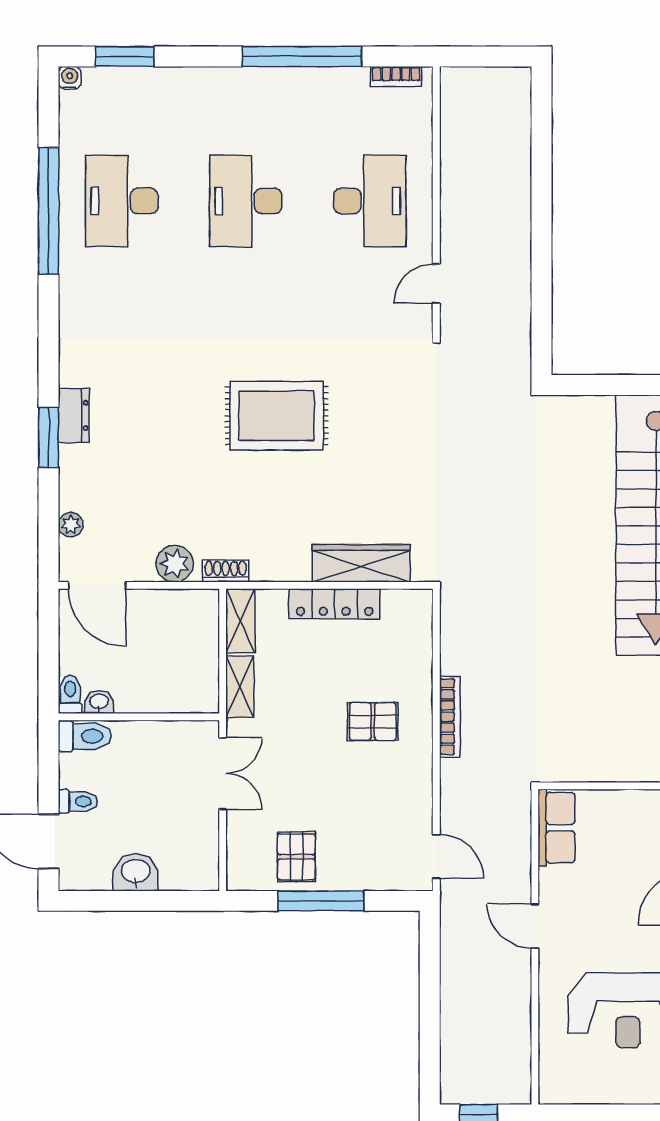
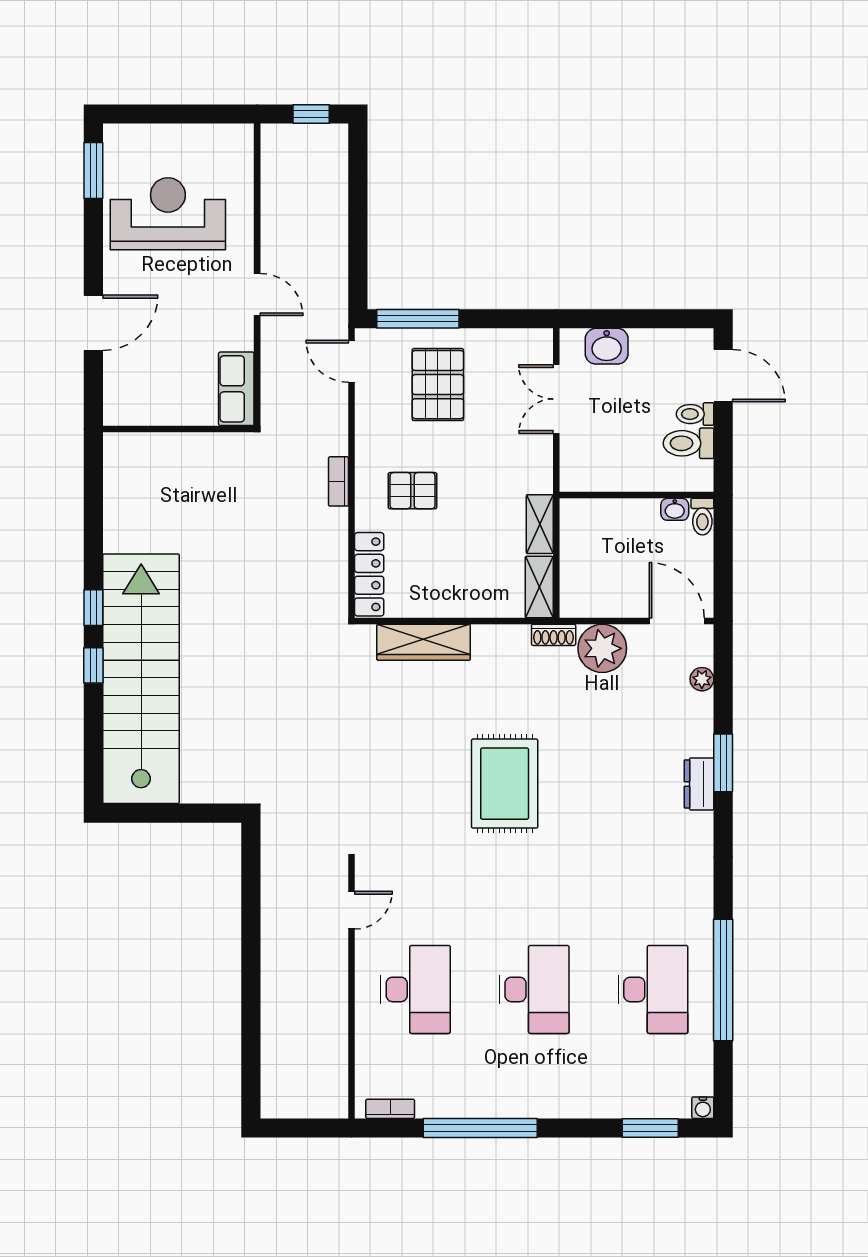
desk: (370, 201) -> (415, 989), turned 180
rug: (277, 416) -> (505, 784), turned 90
plant: (175, 564) -> (602, 648), width x1.36, depth x1.36
locker: (335, 604) -> (369, 574), moved, turned 90
bookcase: (450, 717) -> (339, 481), width x0.64
toilet: (85, 736) -> (689, 443), moved
double door: (223, 773) -> (556, 399), moved
pallet: (296, 857) -> (438, 385), moved, width x1.50, depth x1.42
washbasin: (136, 872) -> (607, 346), moved
window: (321, 901) -> (418, 319), moved

